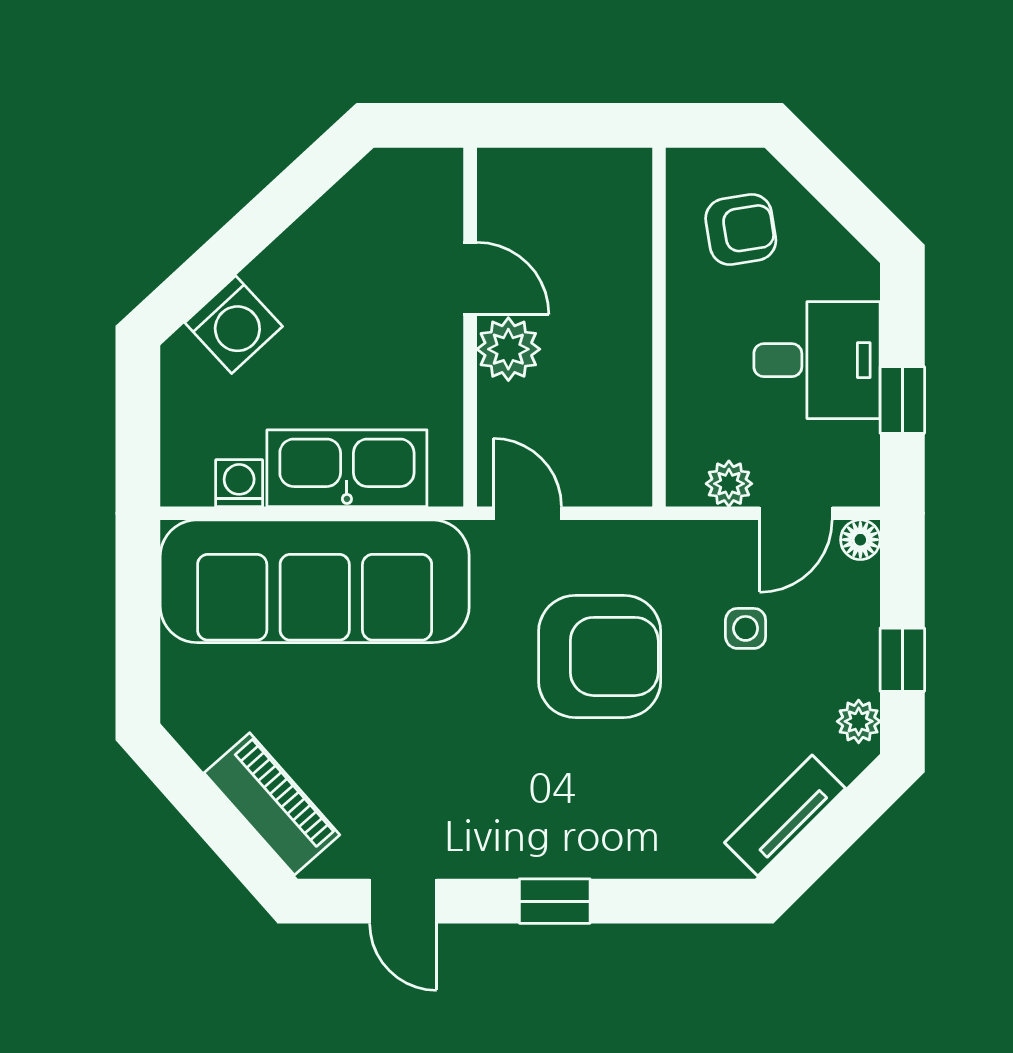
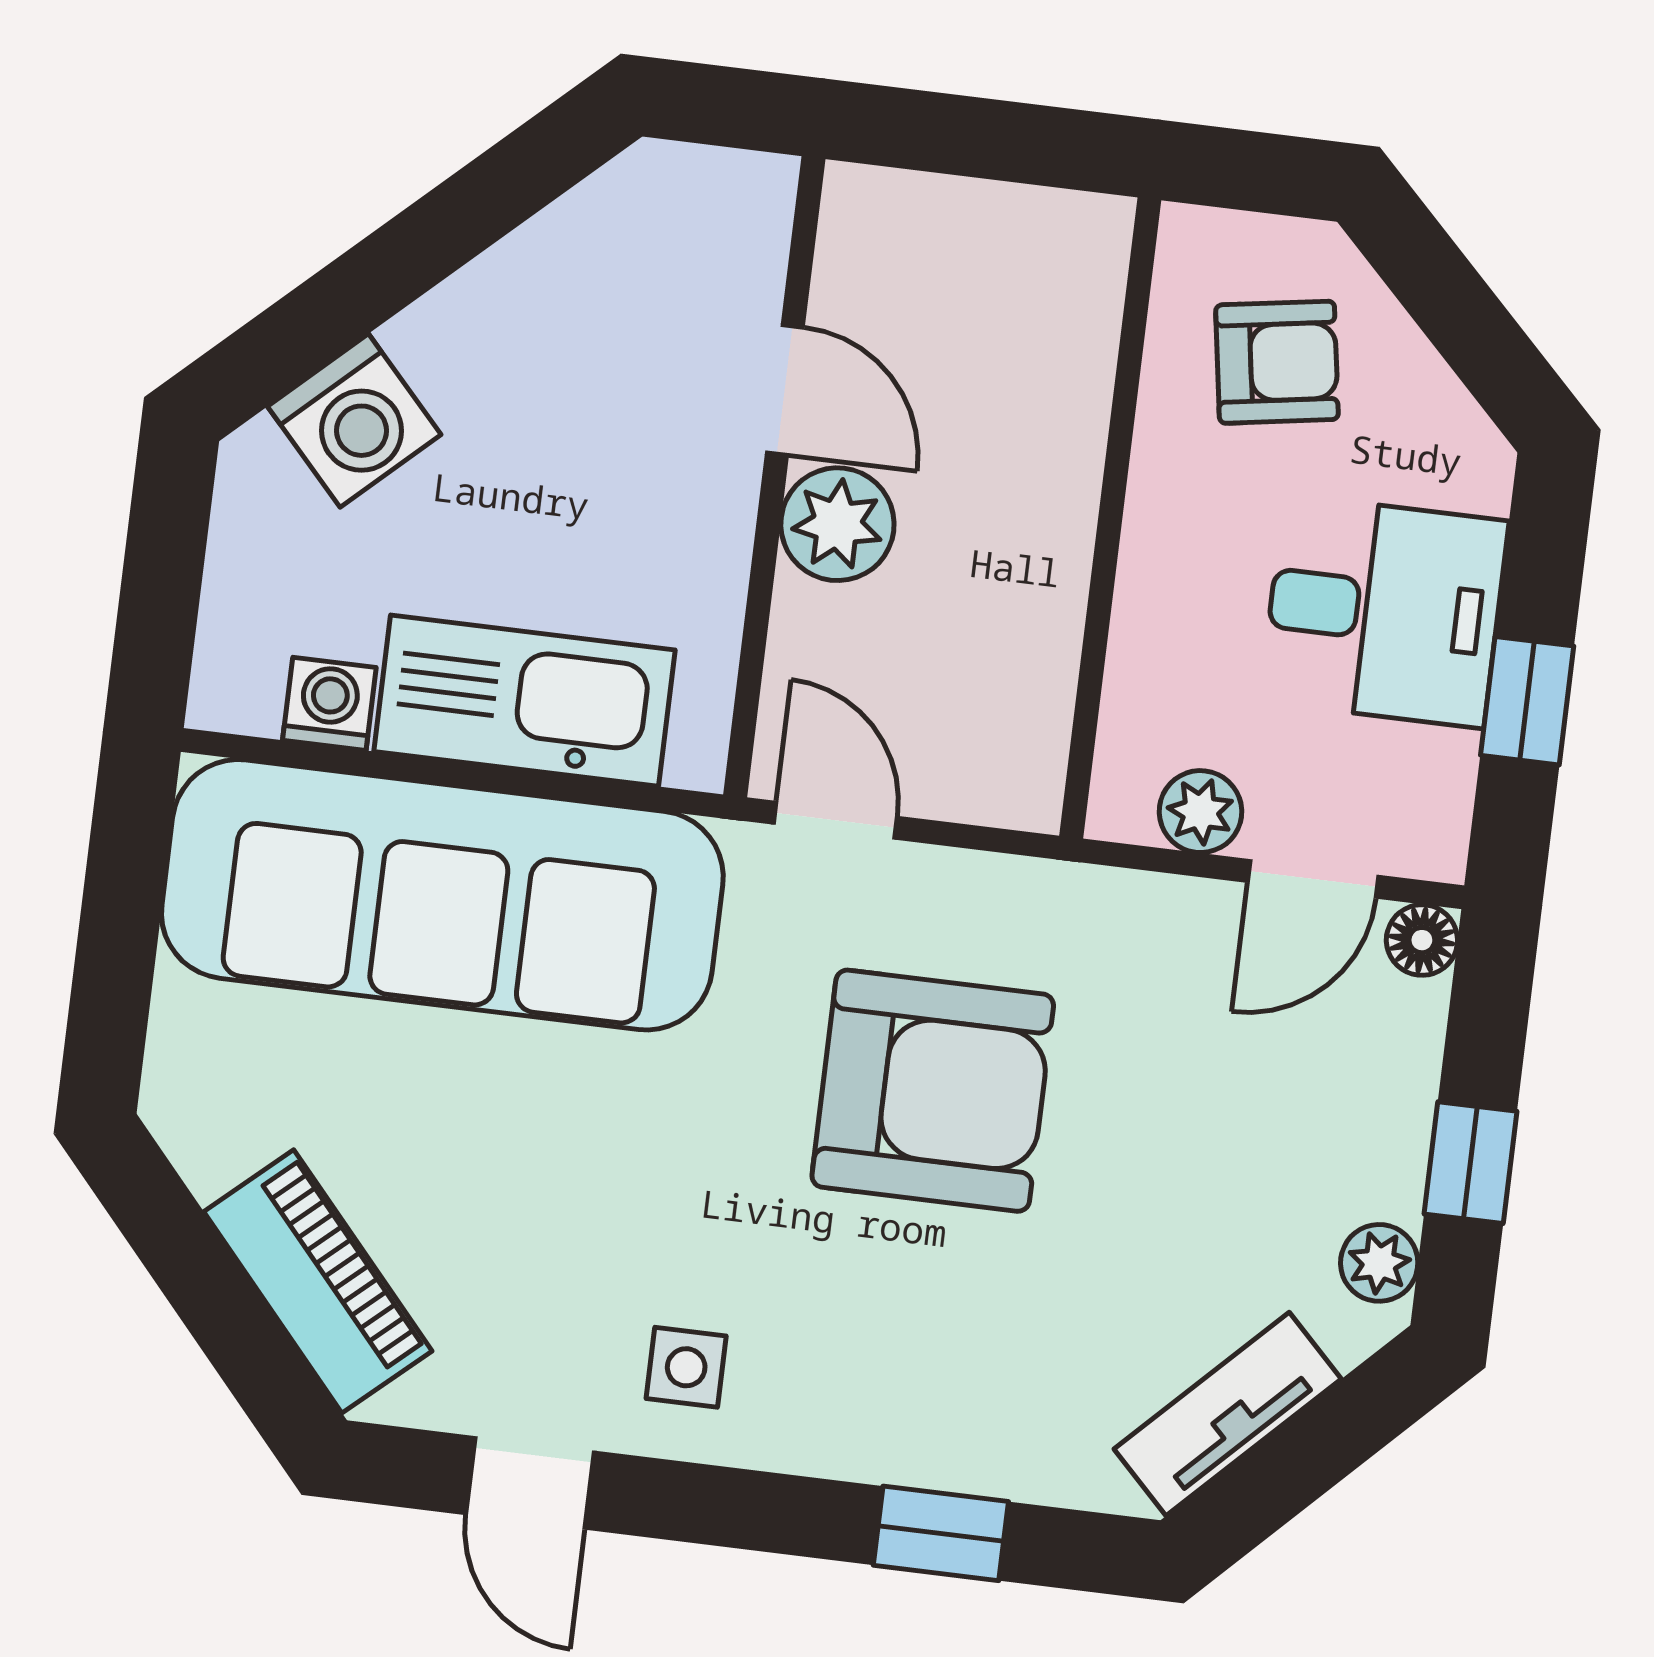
side table: (746, 628) -> (686, 1367), moved
window: (555, 901) -> (941, 1533), moved

